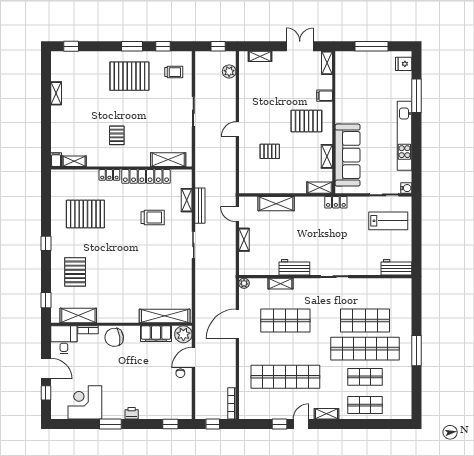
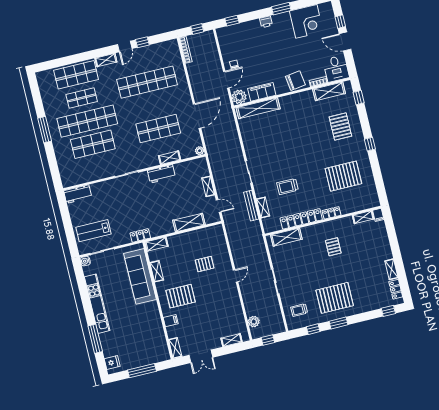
locker: (57, 69) -> (396, 289), added
shop shelf: (365, 405) -> (76, 75), width x1.43, depth x1.36

